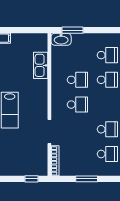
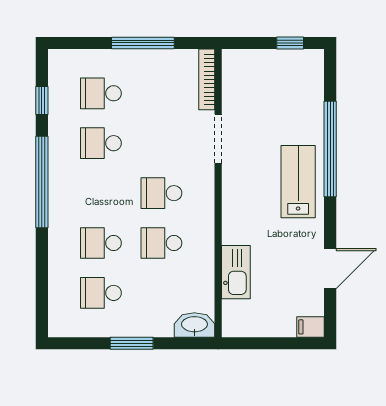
window: (72, 30) -> (132, 343), moved
window: (31, 179) -> (290, 43), moved
window: (87, 179) -> (143, 43), width x1.44

